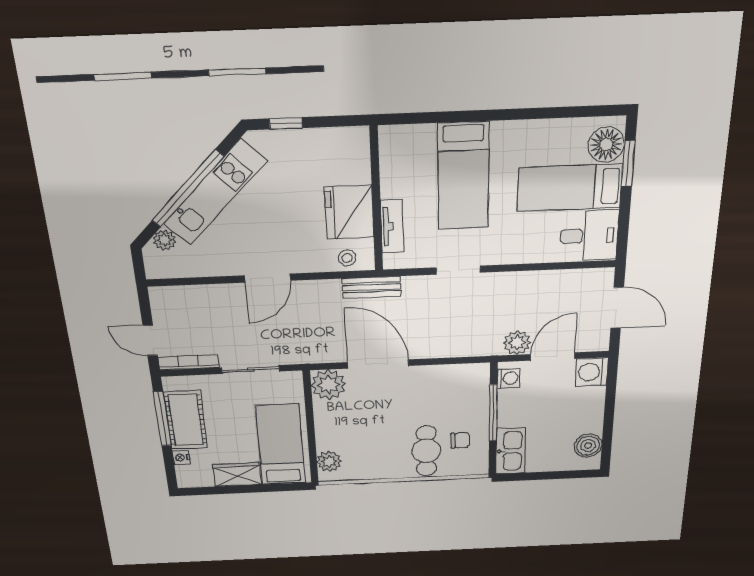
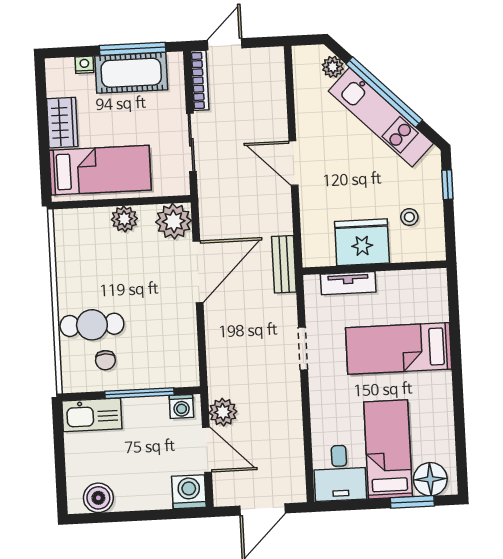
stool: (347, 258) -> (409, 217), moved
plant: (329, 461) -> (124, 219), moved

